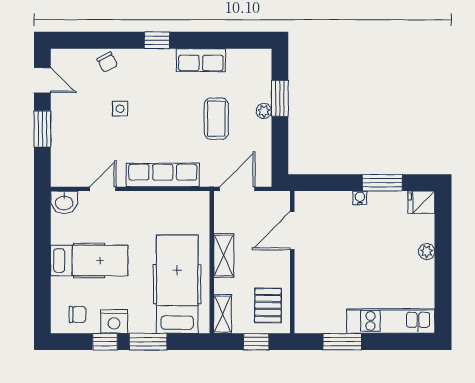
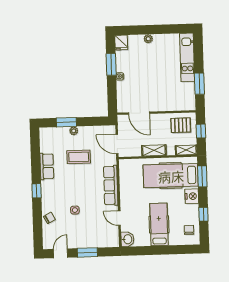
nightstand: (114, 321) -> (192, 196), moved
window: (148, 342) -> (202, 176), moved

